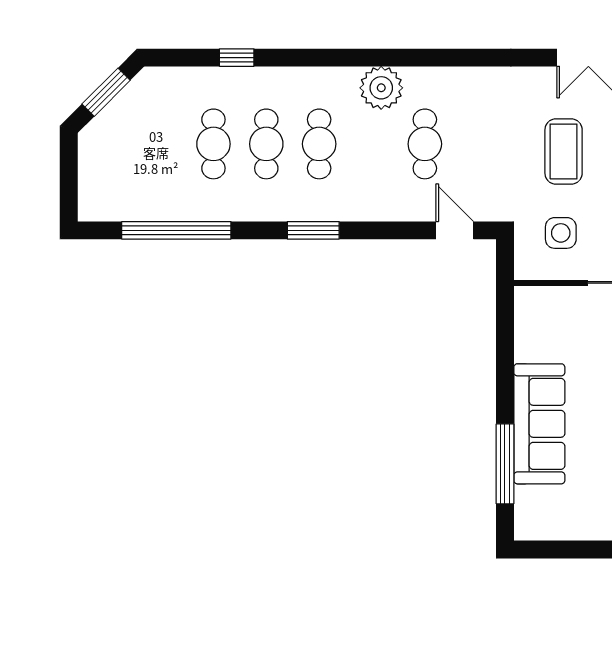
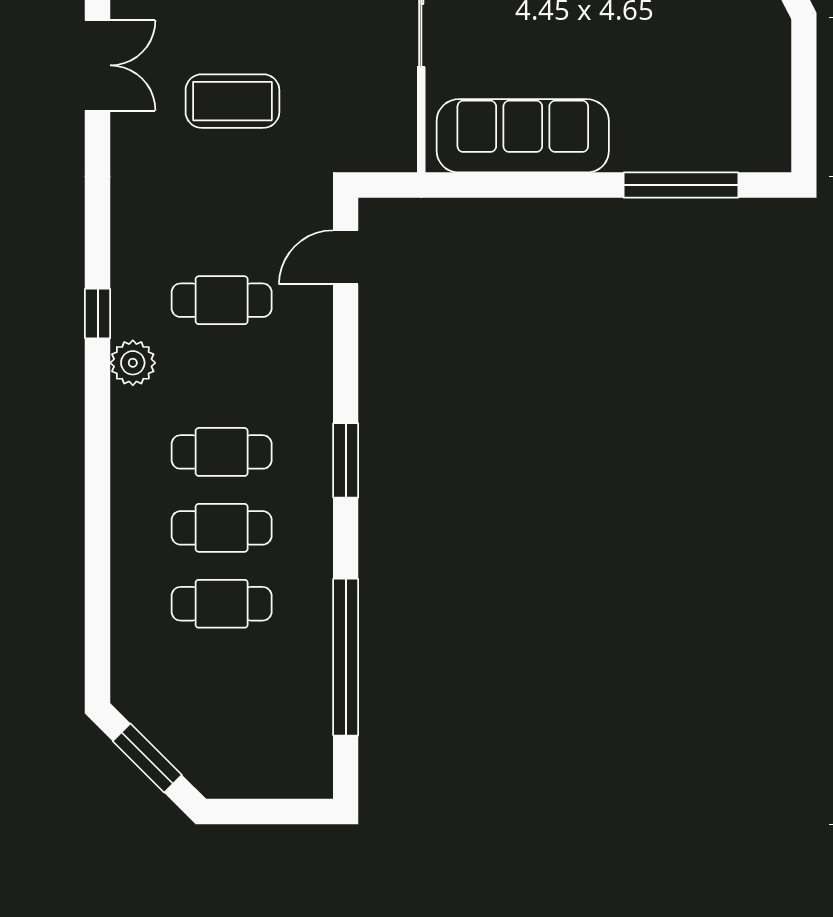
window: (237, 58) -> (98, 313), moved
plant: (381, 88) -> (133, 363), width x0.73, depth x0.73
side table: (561, 233) -> (349, 105), removed
sofa: (539, 424) -> (523, 136), moved

